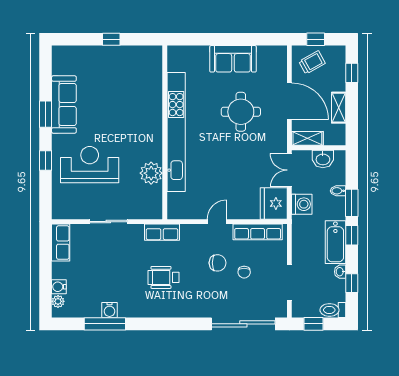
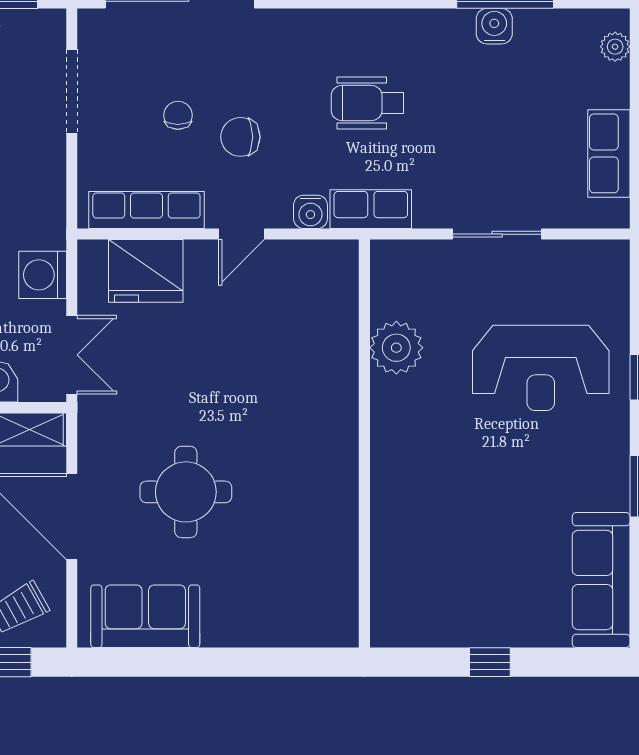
sofa: (233, 59) -> (145, 616), moved
sofa: (64, 104) -> (601, 580), moved
kitchen unit: (176, 132) -> (338, 444), removed
fridge: (274, 203) -> (146, 271), moved, turned 90
row of seats: (61, 243) -> (609, 153), moved
wheelchair: (163, 277) -> (368, 103), turned 180
water cooler: (59, 287) -> (310, 212), moved, turned 90

